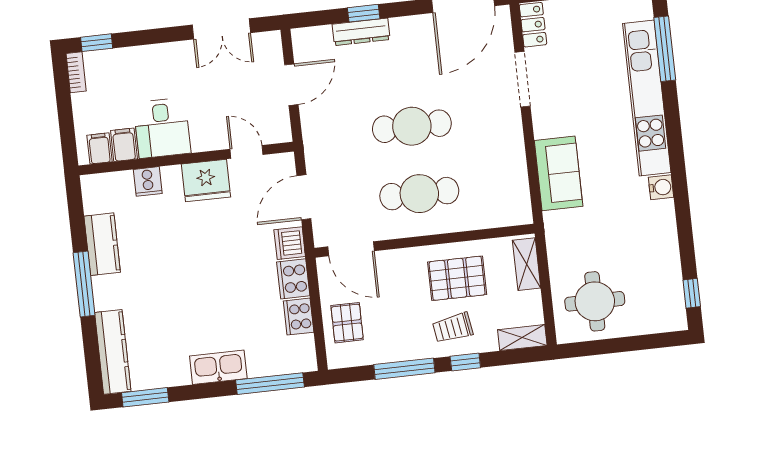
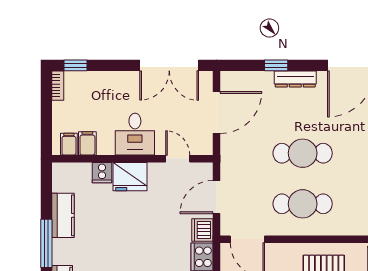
double door: (221, 29) -> (169, 65), width x1.37
dresser: (361, 32) -> (295, 79), moved
door: (291, 85) -> (217, 113), width x1.36
desk: (162, 128) -> (135, 134), moved
fridge: (206, 181) -> (130, 177), moved

